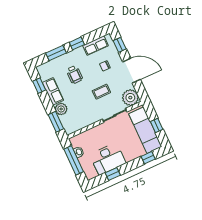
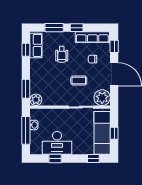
row of seats: (96, 46) -> (92, 37), width x1.48
row of seats: (53, 91) -> (36, 45), moved
plant: (61, 109) -> (36, 100), moved

